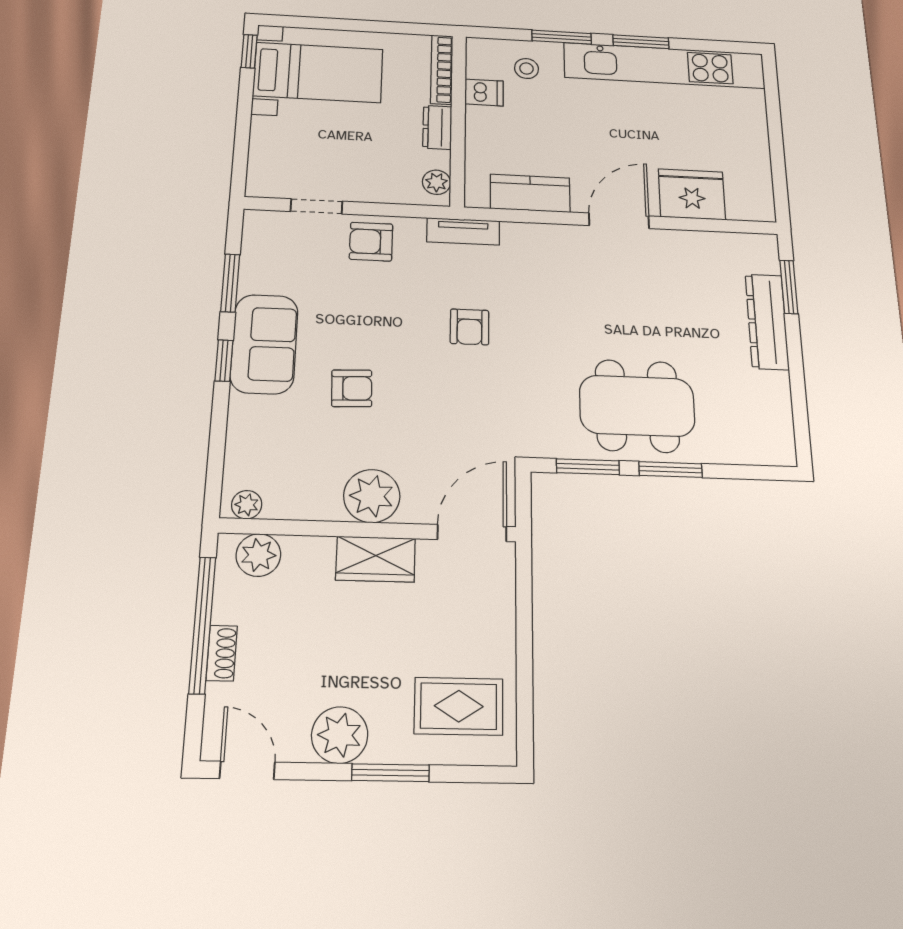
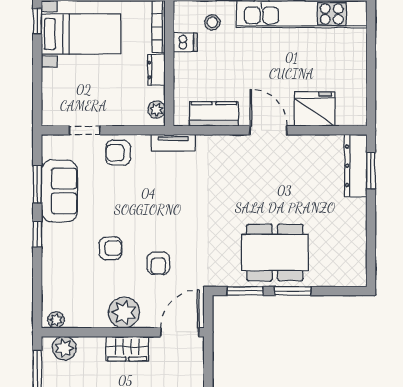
door: (619, 221) -> (268, 130), hinge flipped
dresser: (767, 322) -> (356, 166), moved
armchair: (470, 327) -> (158, 263), moved
sofa: (264, 344) -> (59, 191), moved

